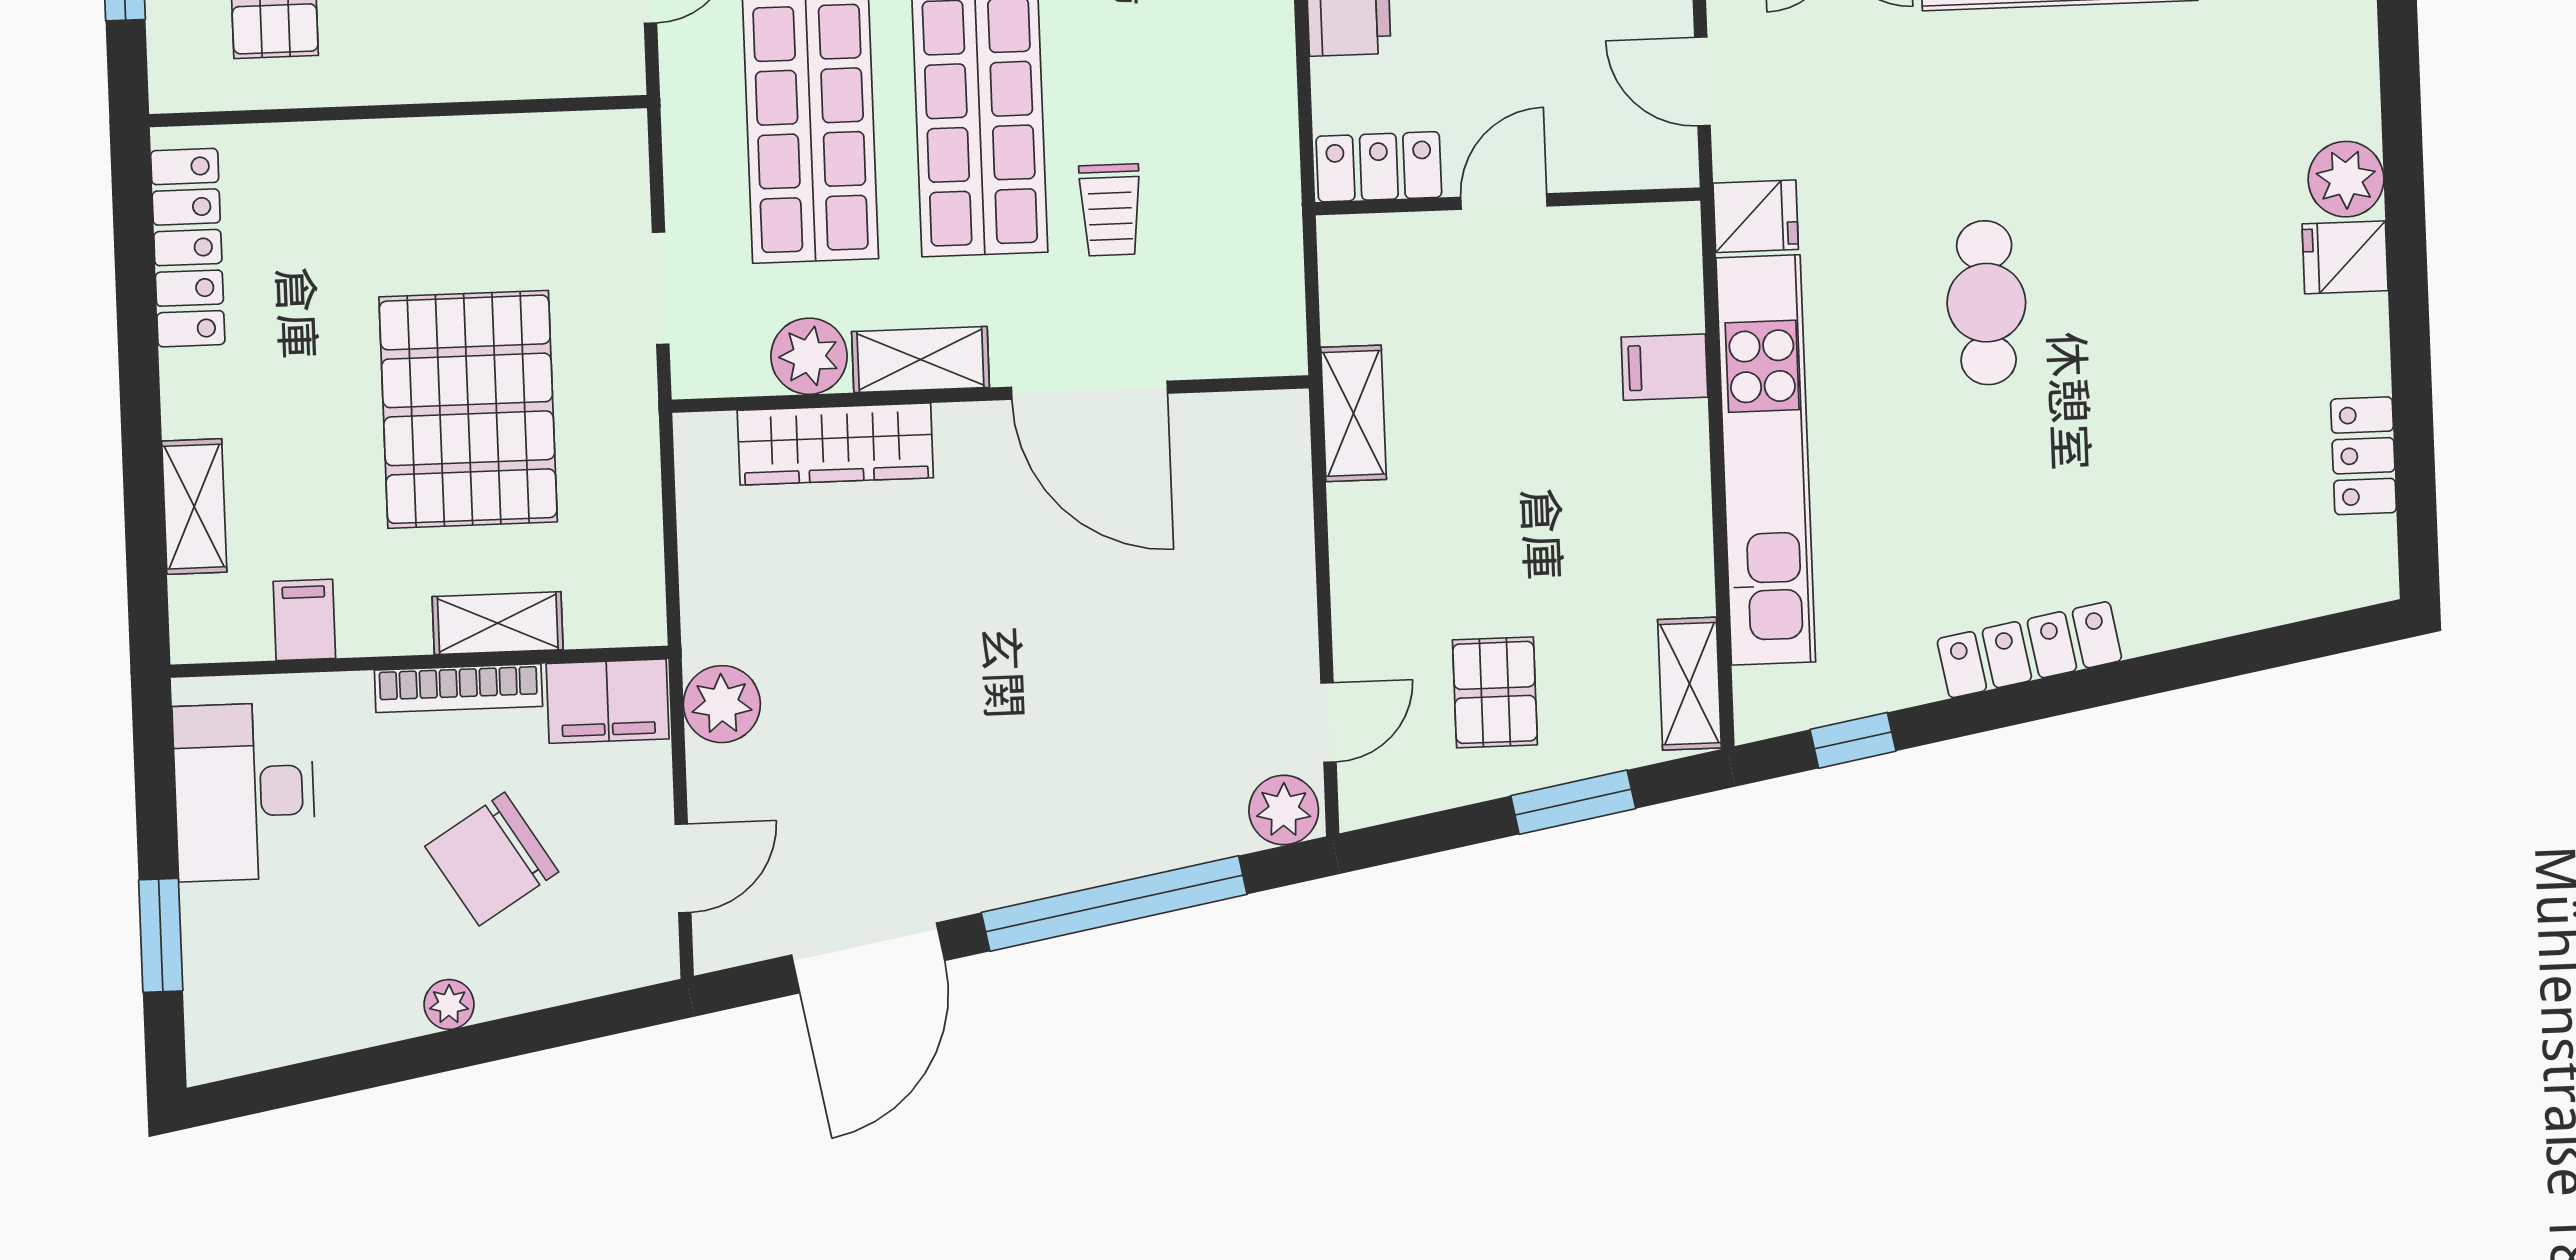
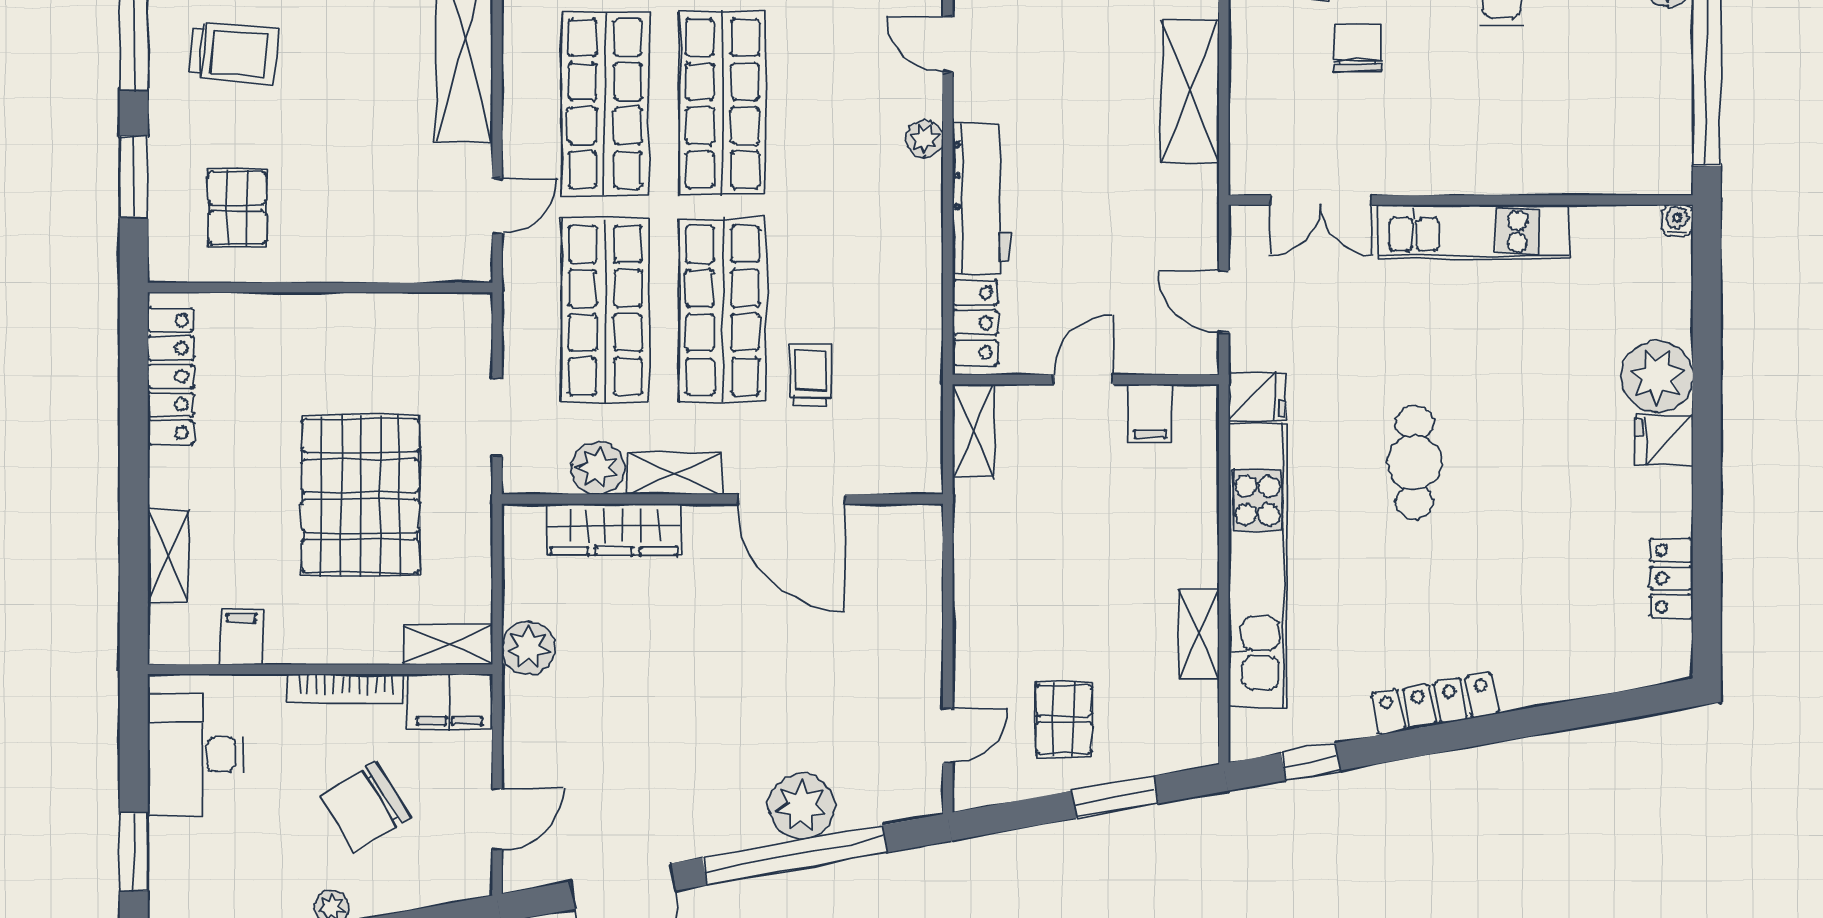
locker: (1379, 167) -> (975, 323), moved, turned 90
plant: (2346, 179) -> (1657, 377), width x1.36, depth x1.36
trolley: (1110, 210) -> (810, 375), turned 180
filing cabinet: (1664, 367) -> (1150, 413), moved, turned -90
shelving: (1353, 413) -> (973, 431), moved
shelving: (498, 623) -> (448, 644), moved
shelving: (1689, 684) -> (1199, 634), moved
plant: (722, 704) -> (528, 648), moved
plant: (1284, 810) -> (802, 806), moved, width x1.36, depth x1.36

